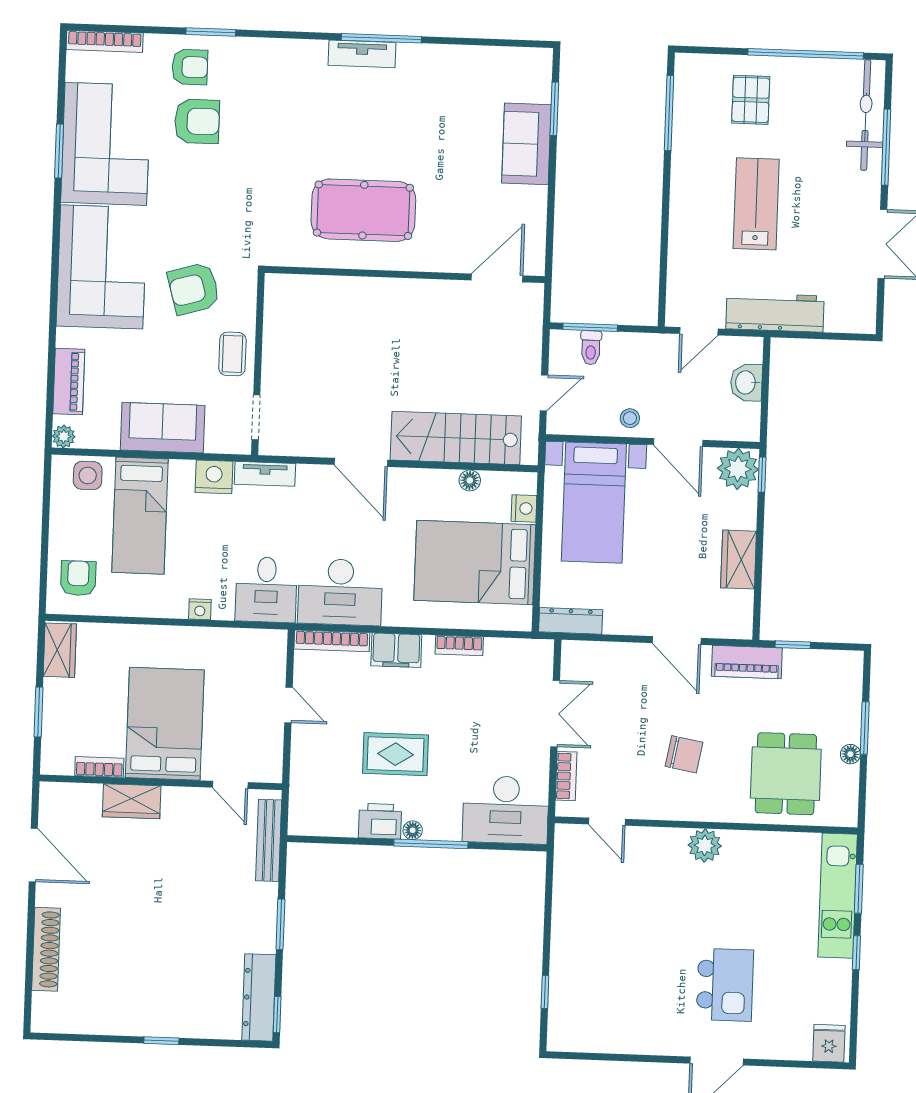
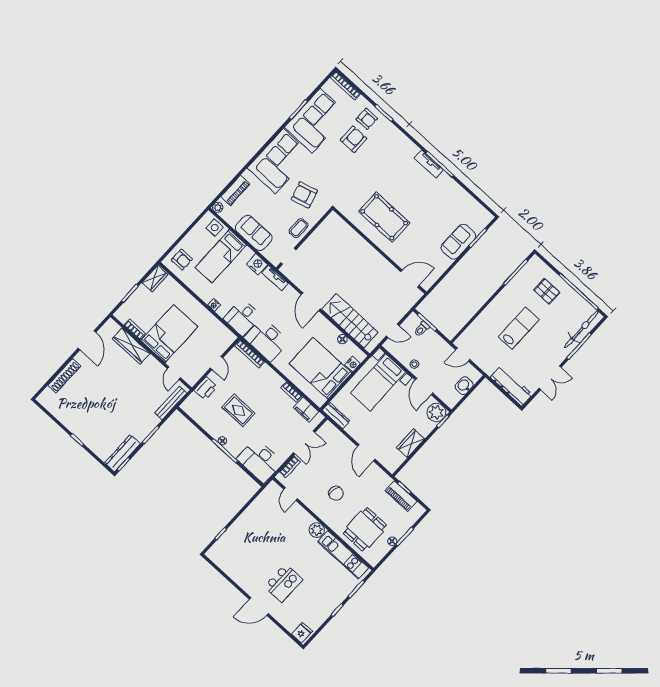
pallet: (751, 100) -> (547, 291), turned 90
armchair: (197, 121) -> (353, 139), turned -90
workbench: (775, 312) -> (511, 386), moved
armchair: (78, 578) -> (182, 260), turned 90
filing cabinet: (396, 650) -> (306, 410), moved
piano: (747, 662) -> (401, 496), moved
wardrobe: (132, 801) -> (131, 346), width x1.50
printer: (380, 821) -> (206, 388), moved, turned 90
kitchen unit: (838, 896) -> (343, 555), moved, turned -90

